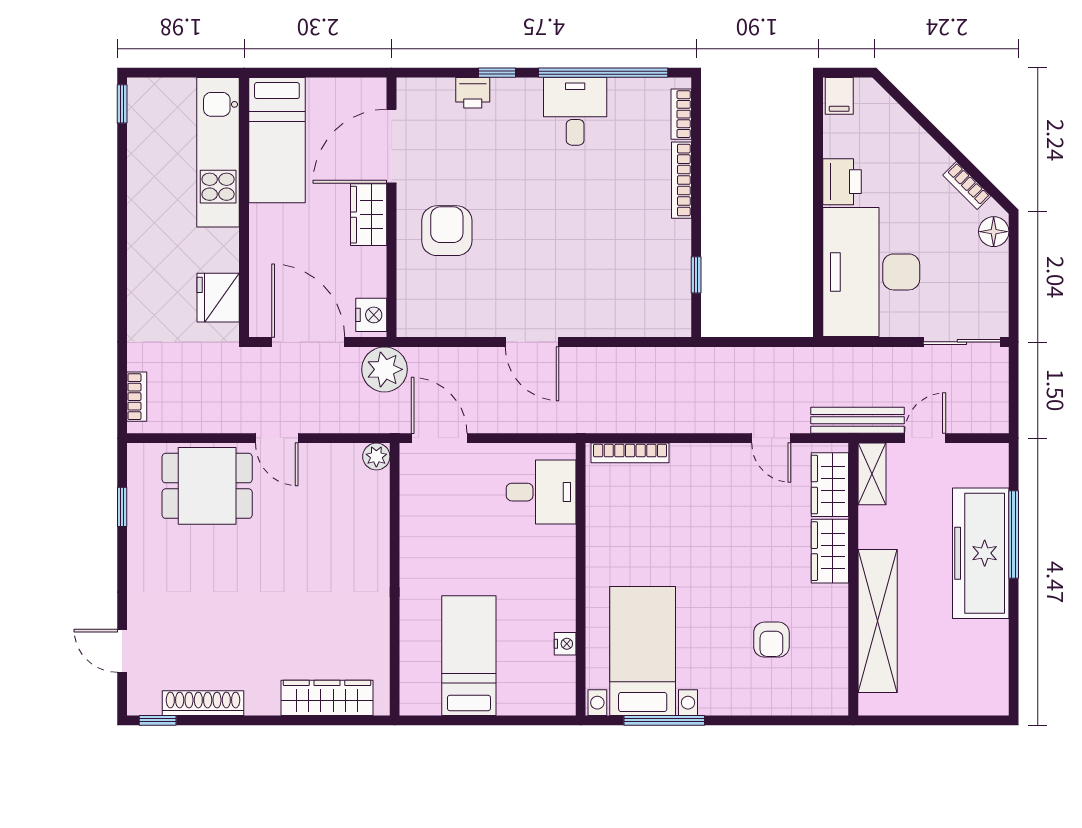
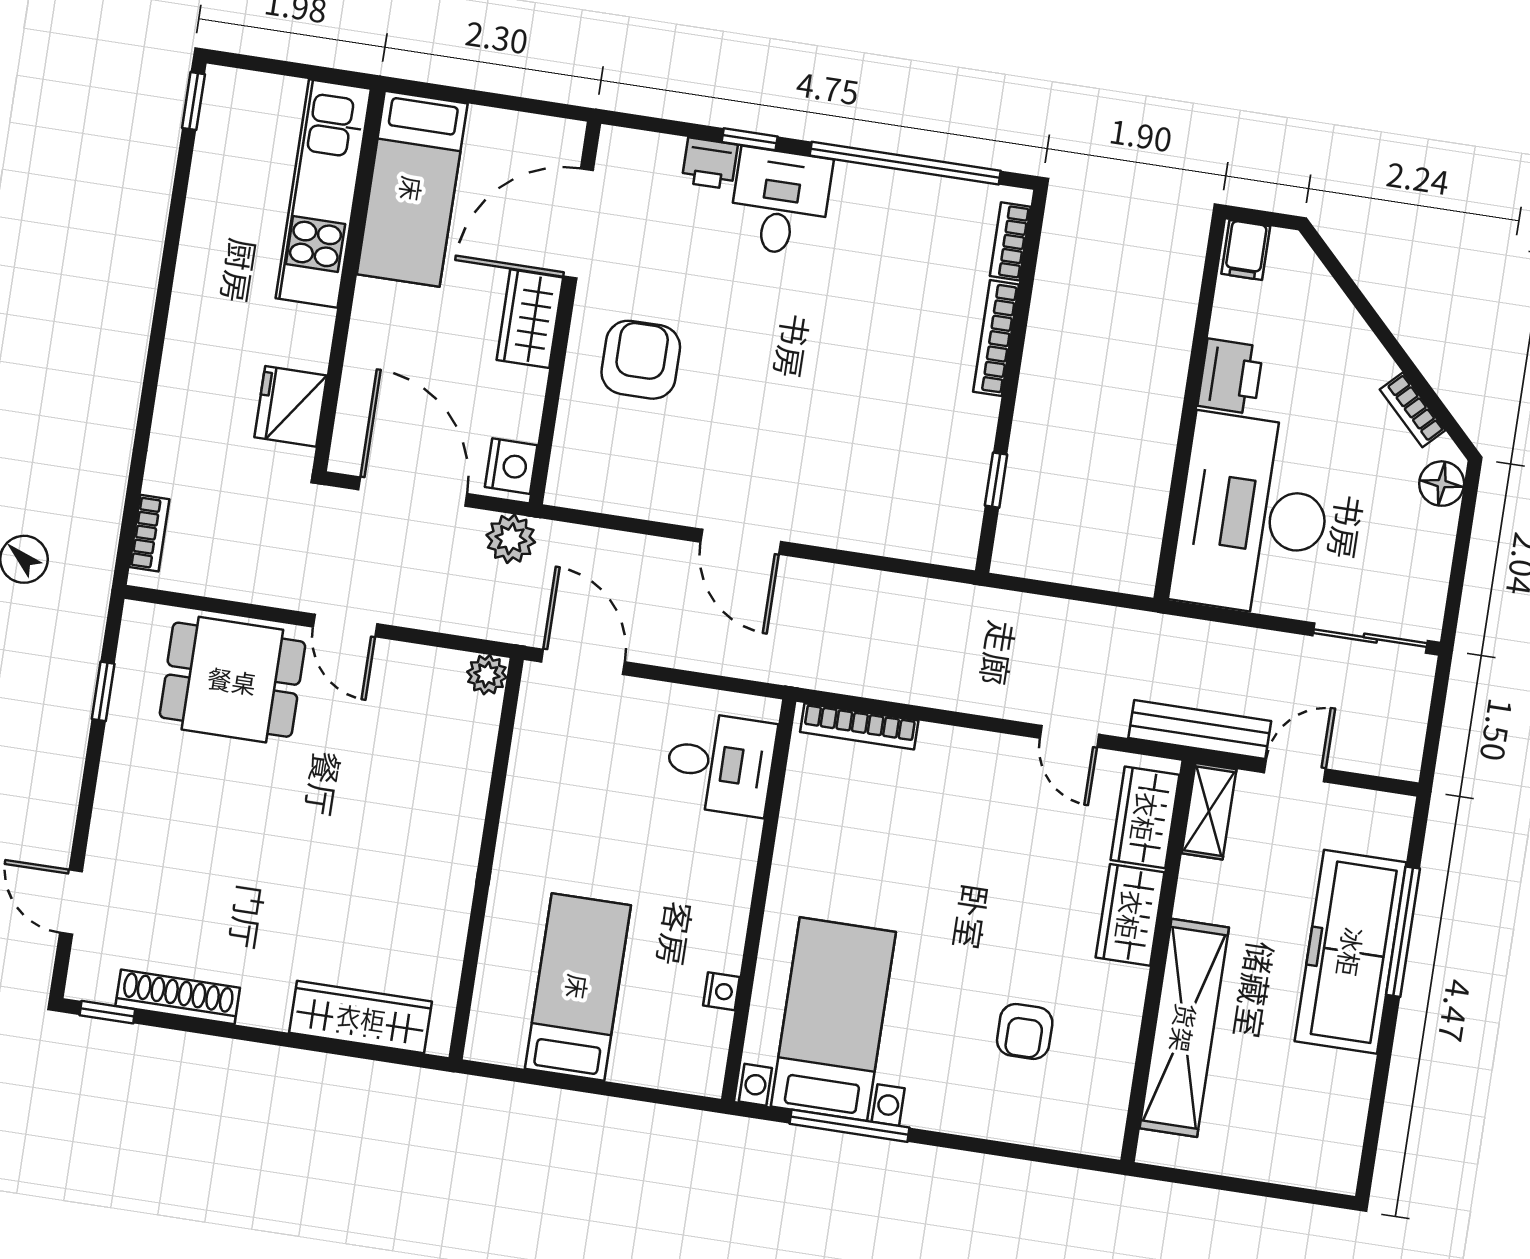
desk: (575, 111) -> (780, 202), moved
plant: (384, 369) -> (511, 539), width x0.73, depth x0.73

